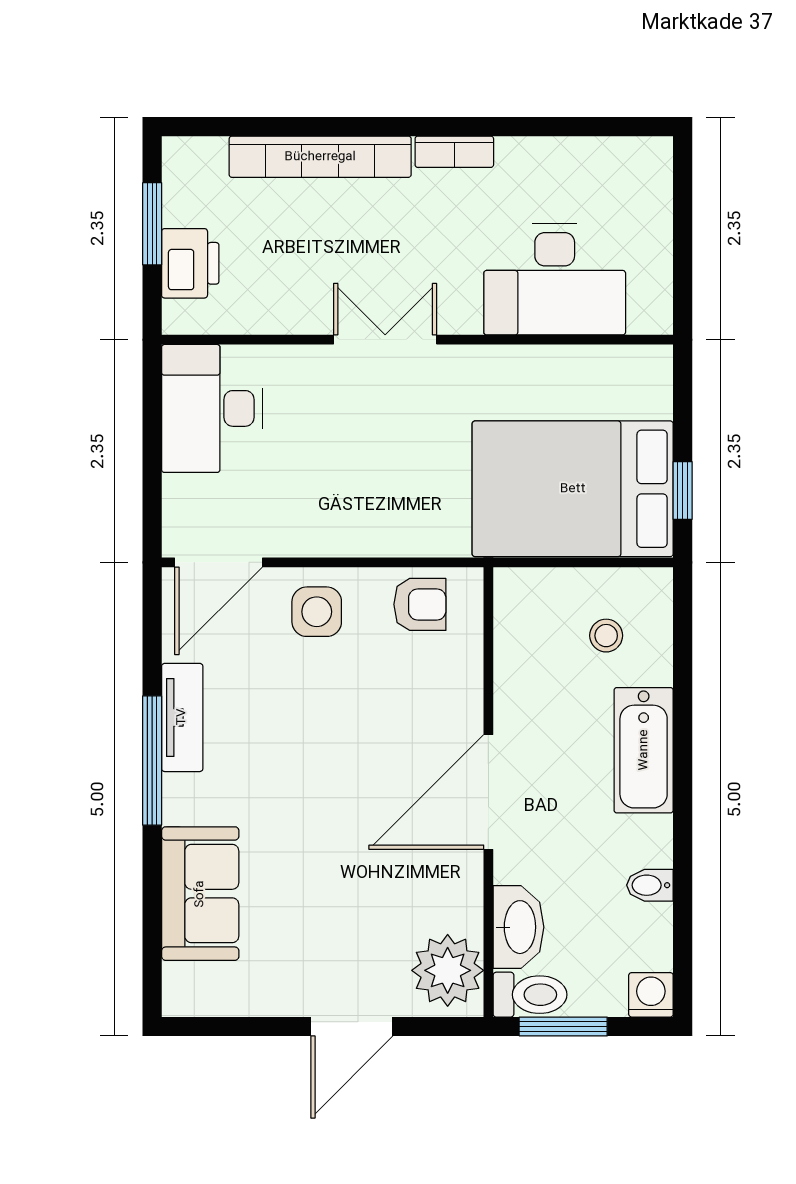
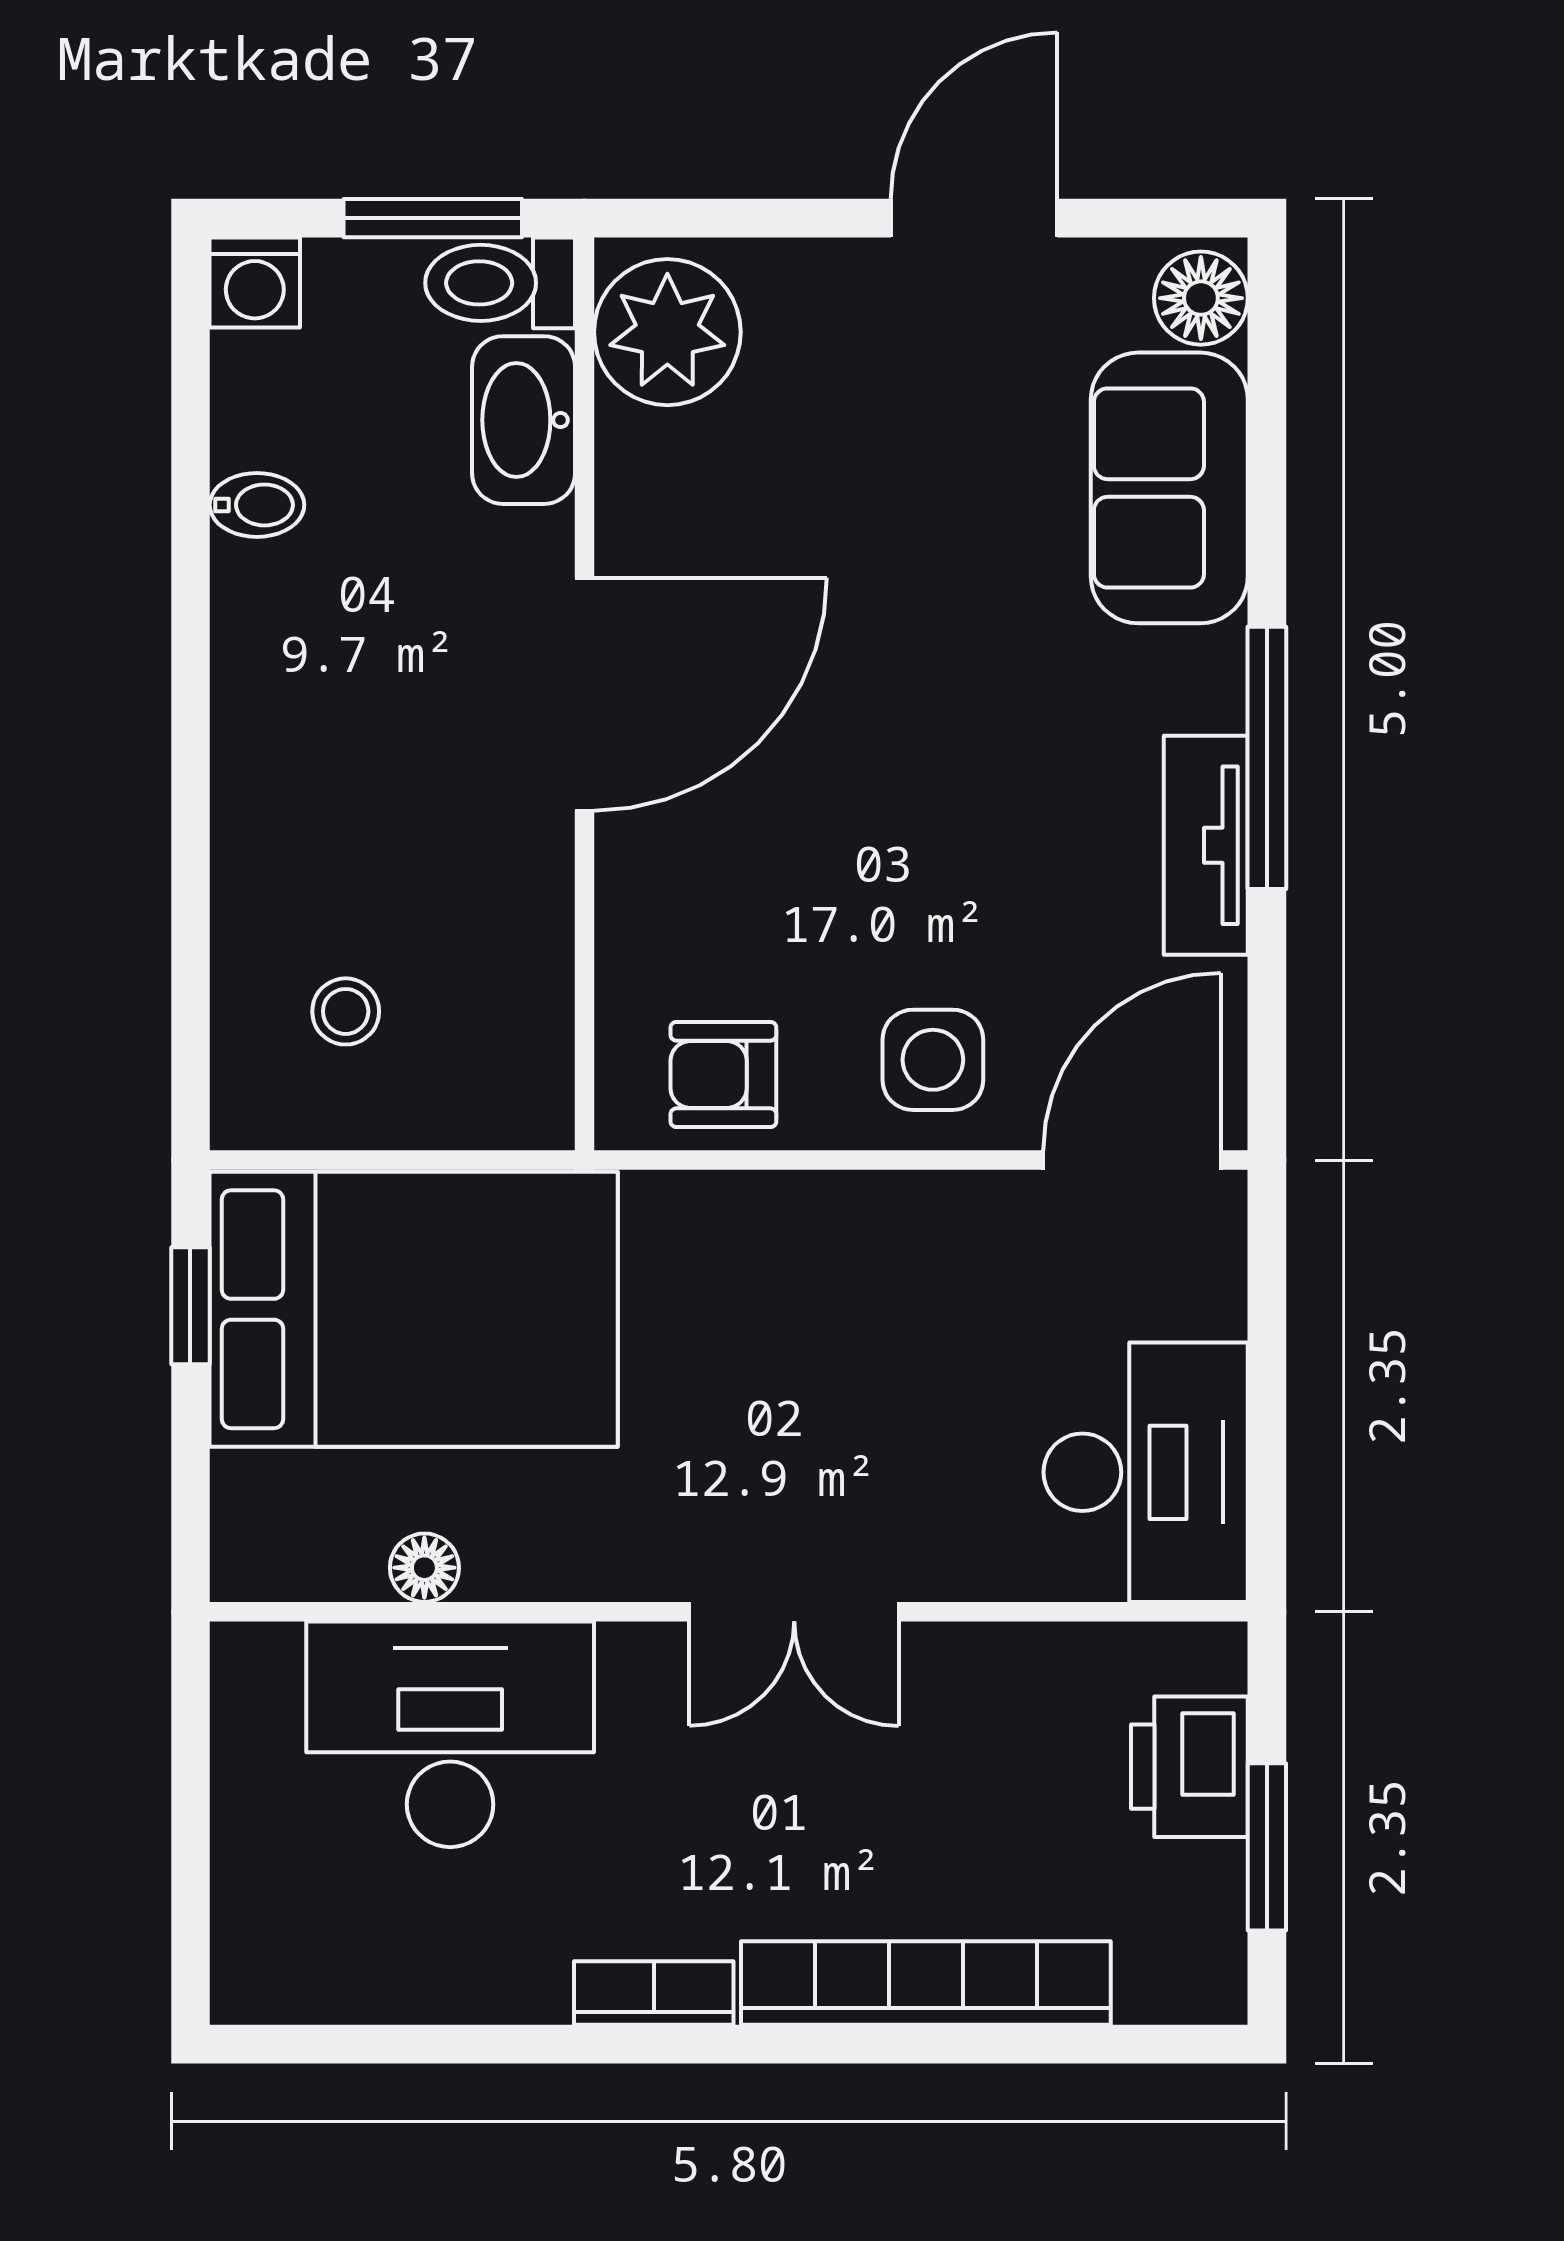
floor lamp: (567, 361) -> (424, 1568), added
bathtub: (644, 750) -> (270, 779), removed
floor lamp: (185, 987) -> (1201, 298), added
door: (352, 1027) -> (974, 218), moved

